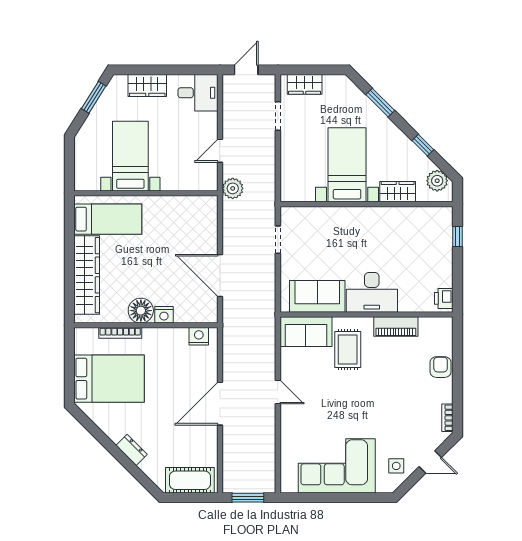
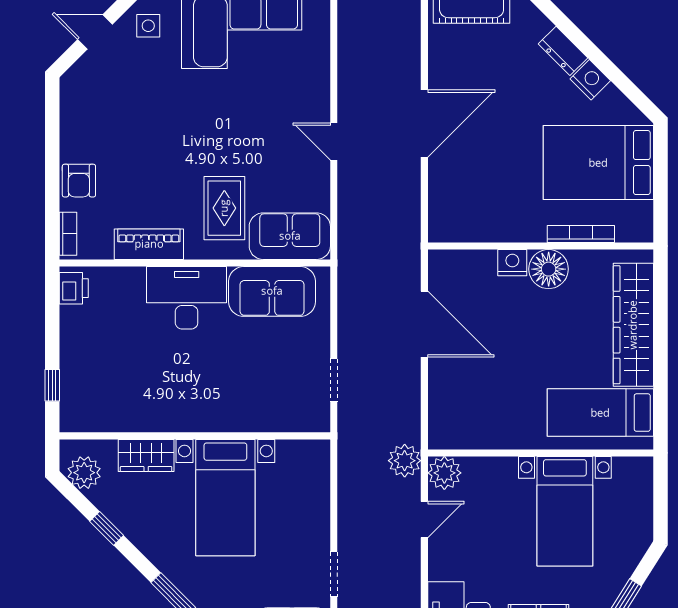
plant: (207, 181) -> (444, 473), added
nightstand: (199, 336) -> (590, 80), moved, turned -135
bookcase: (447, 418) -> (68, 234), moved

